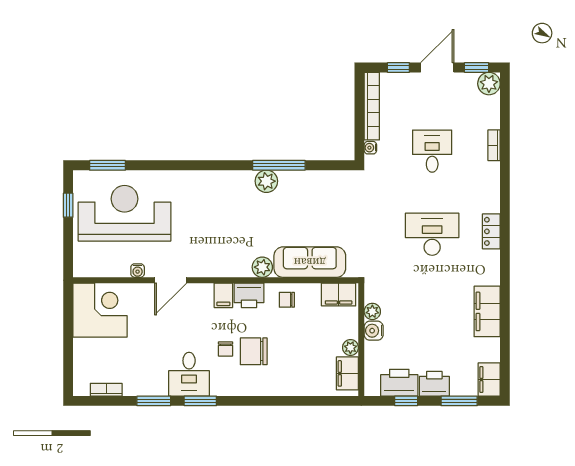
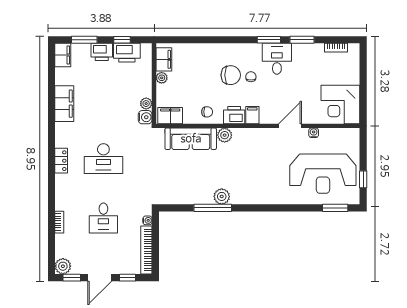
water cooler: (374, 331) -> (145, 117), moved

